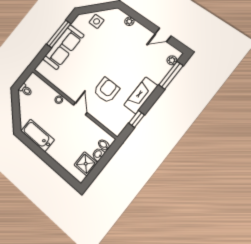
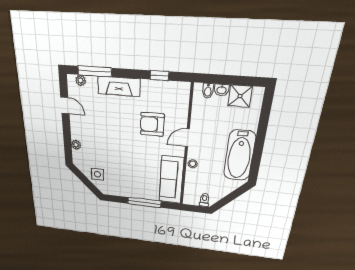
window: (59, 34) -> (144, 202), moved
sofa: (63, 47) -> (171, 180), moved, turned -90
fireplace: (141, 95) -> (119, 86), moved
bathtub: (38, 135) -> (239, 156), width x1.36, depth x1.36

